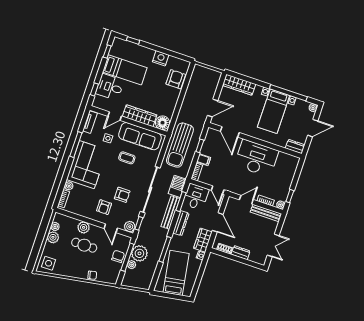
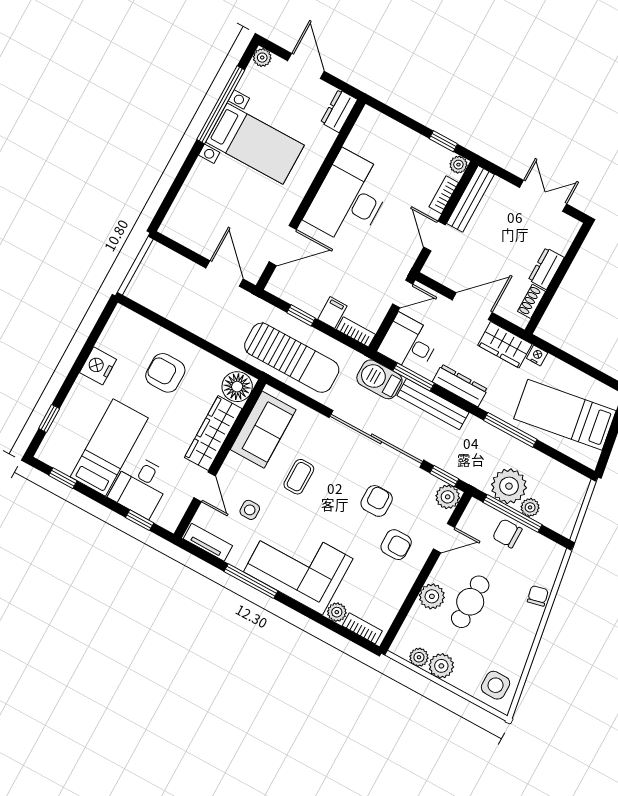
armchair: (176, 79) -> (165, 373), moved
wardrobe: (239, 85) -> (185, 208), removed
sofa: (140, 136) -> (263, 430), width x0.73

